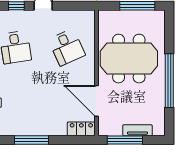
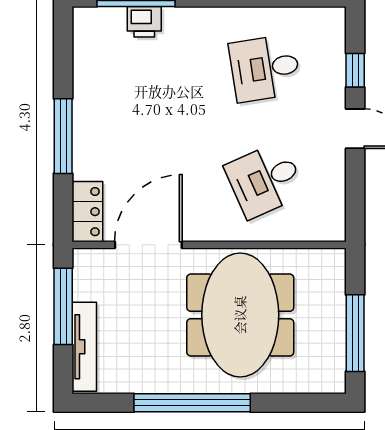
tv unit: (137, 130) -> (84, 347), width x1.41
window: (31, 140) -> (63, 136), moved

